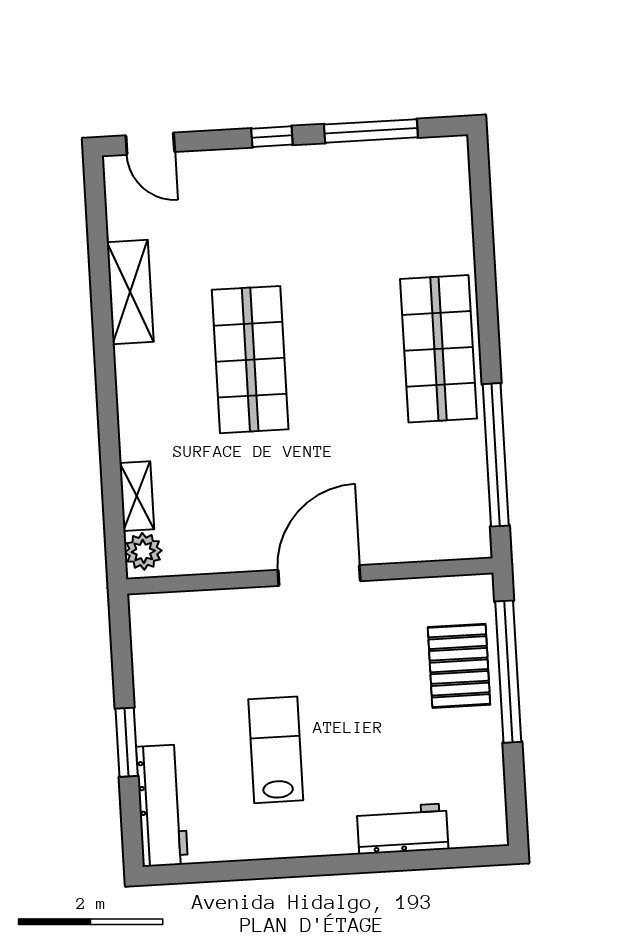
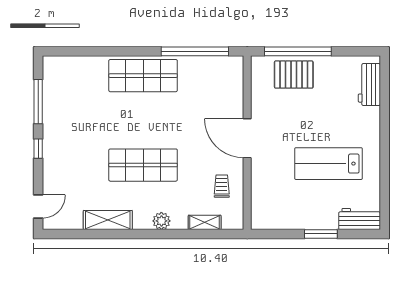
trolley: (216, 528) -> (222, 186), added
plant: (143, 551) -> (161, 221), moved
lab bench: (276, 750) -> (329, 164), width x1.36, depth x1.39
workbench: (162, 805) -> (360, 219), width x0.73
workbench: (403, 829) -> (369, 85), moved

